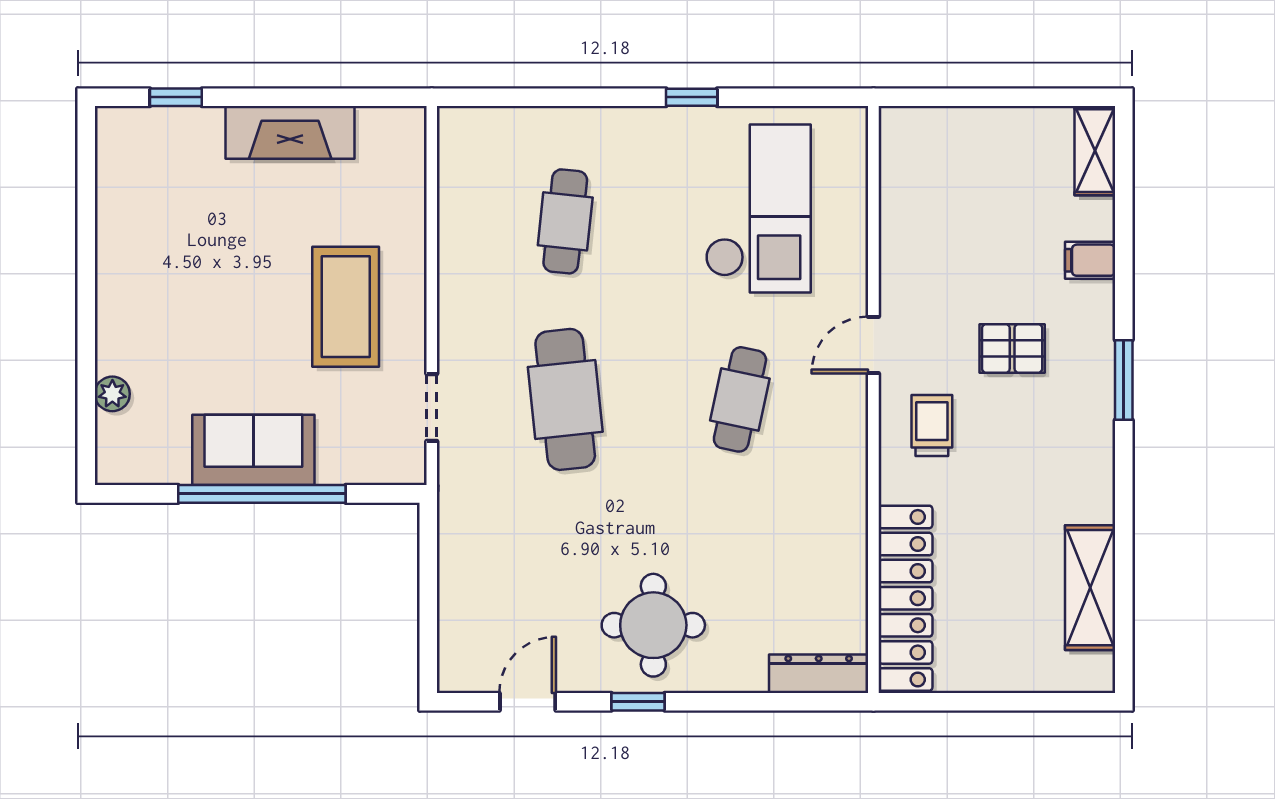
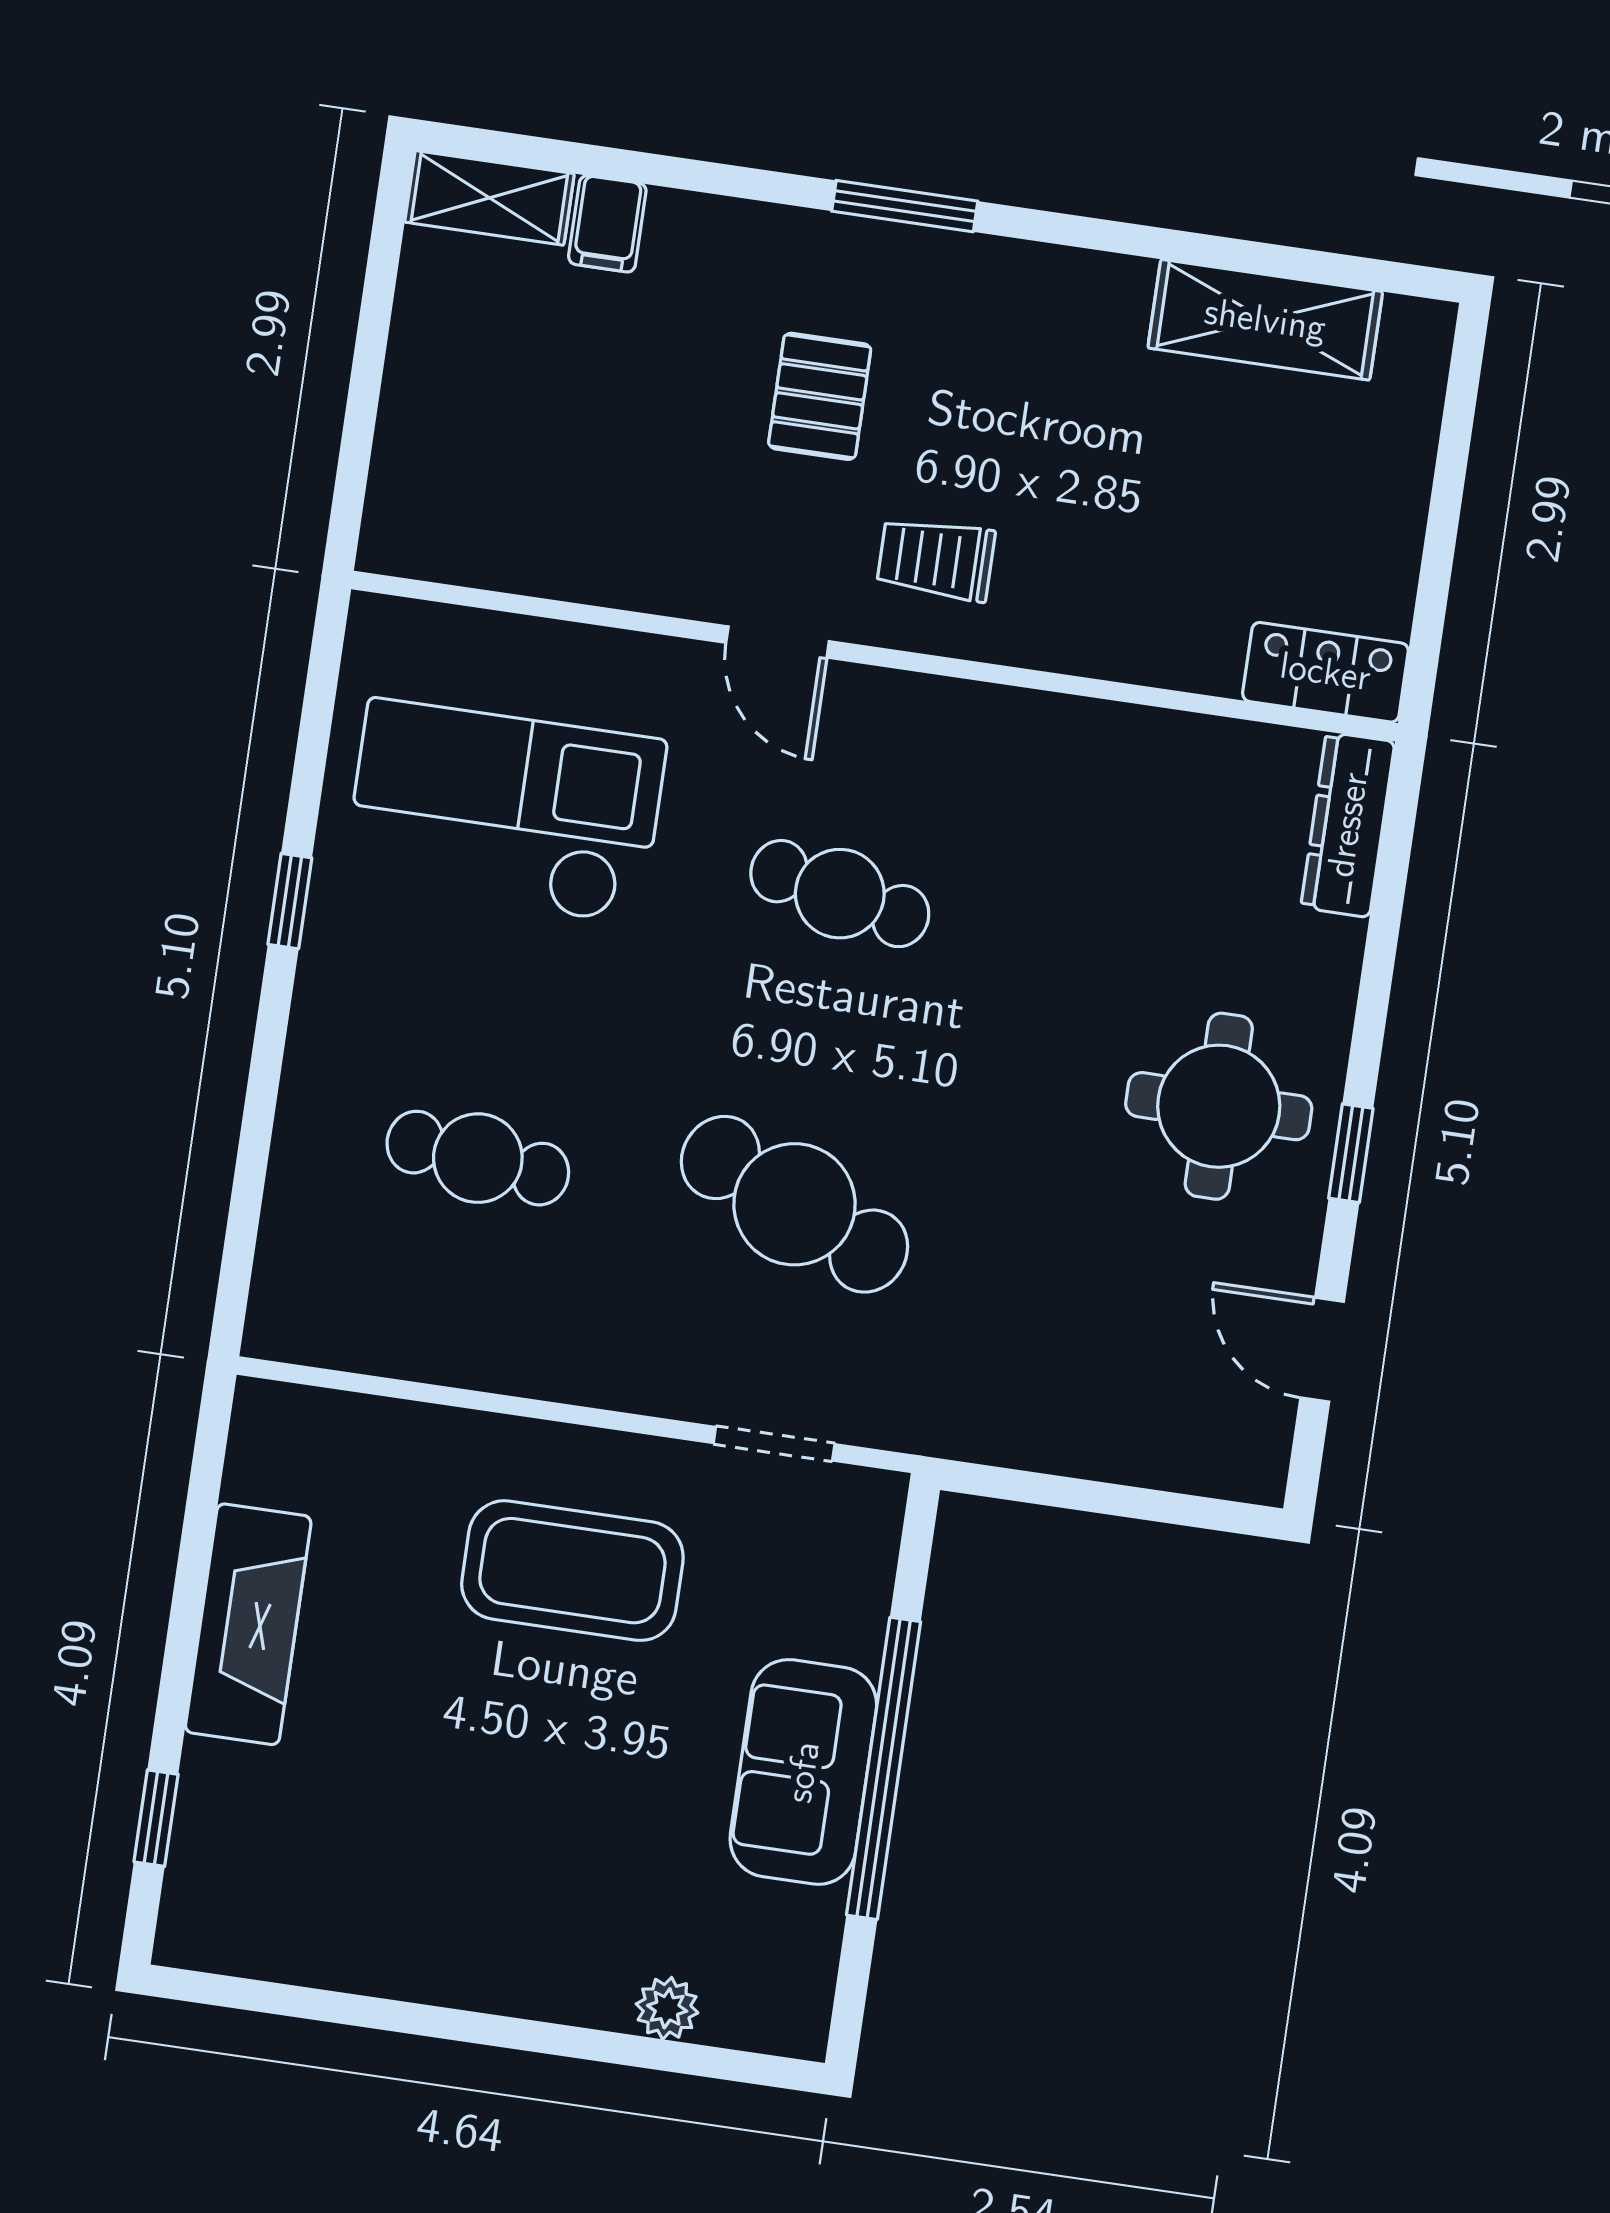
filing cabinet: (1090, 260) -> (607, 224), moved
cafe table: (565, 399) -> (794, 1204), turned 30
locker: (905, 598) -> (1325, 672), width x0.46, depth x0.83

